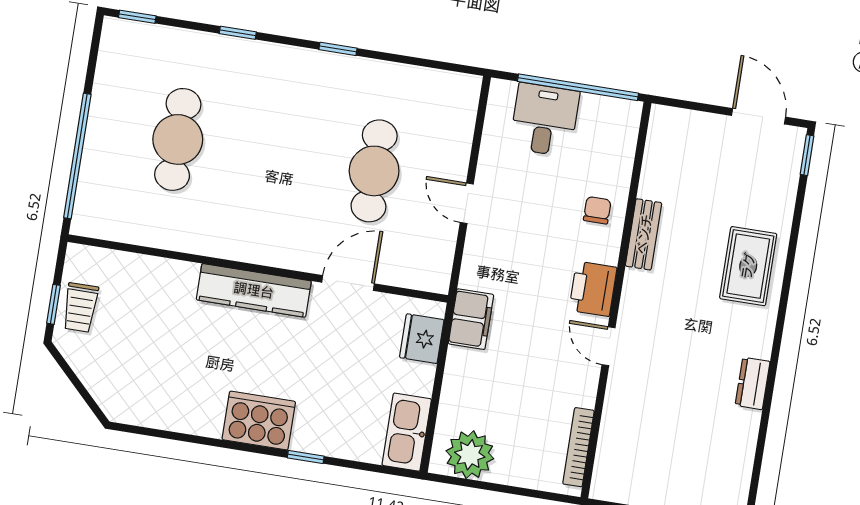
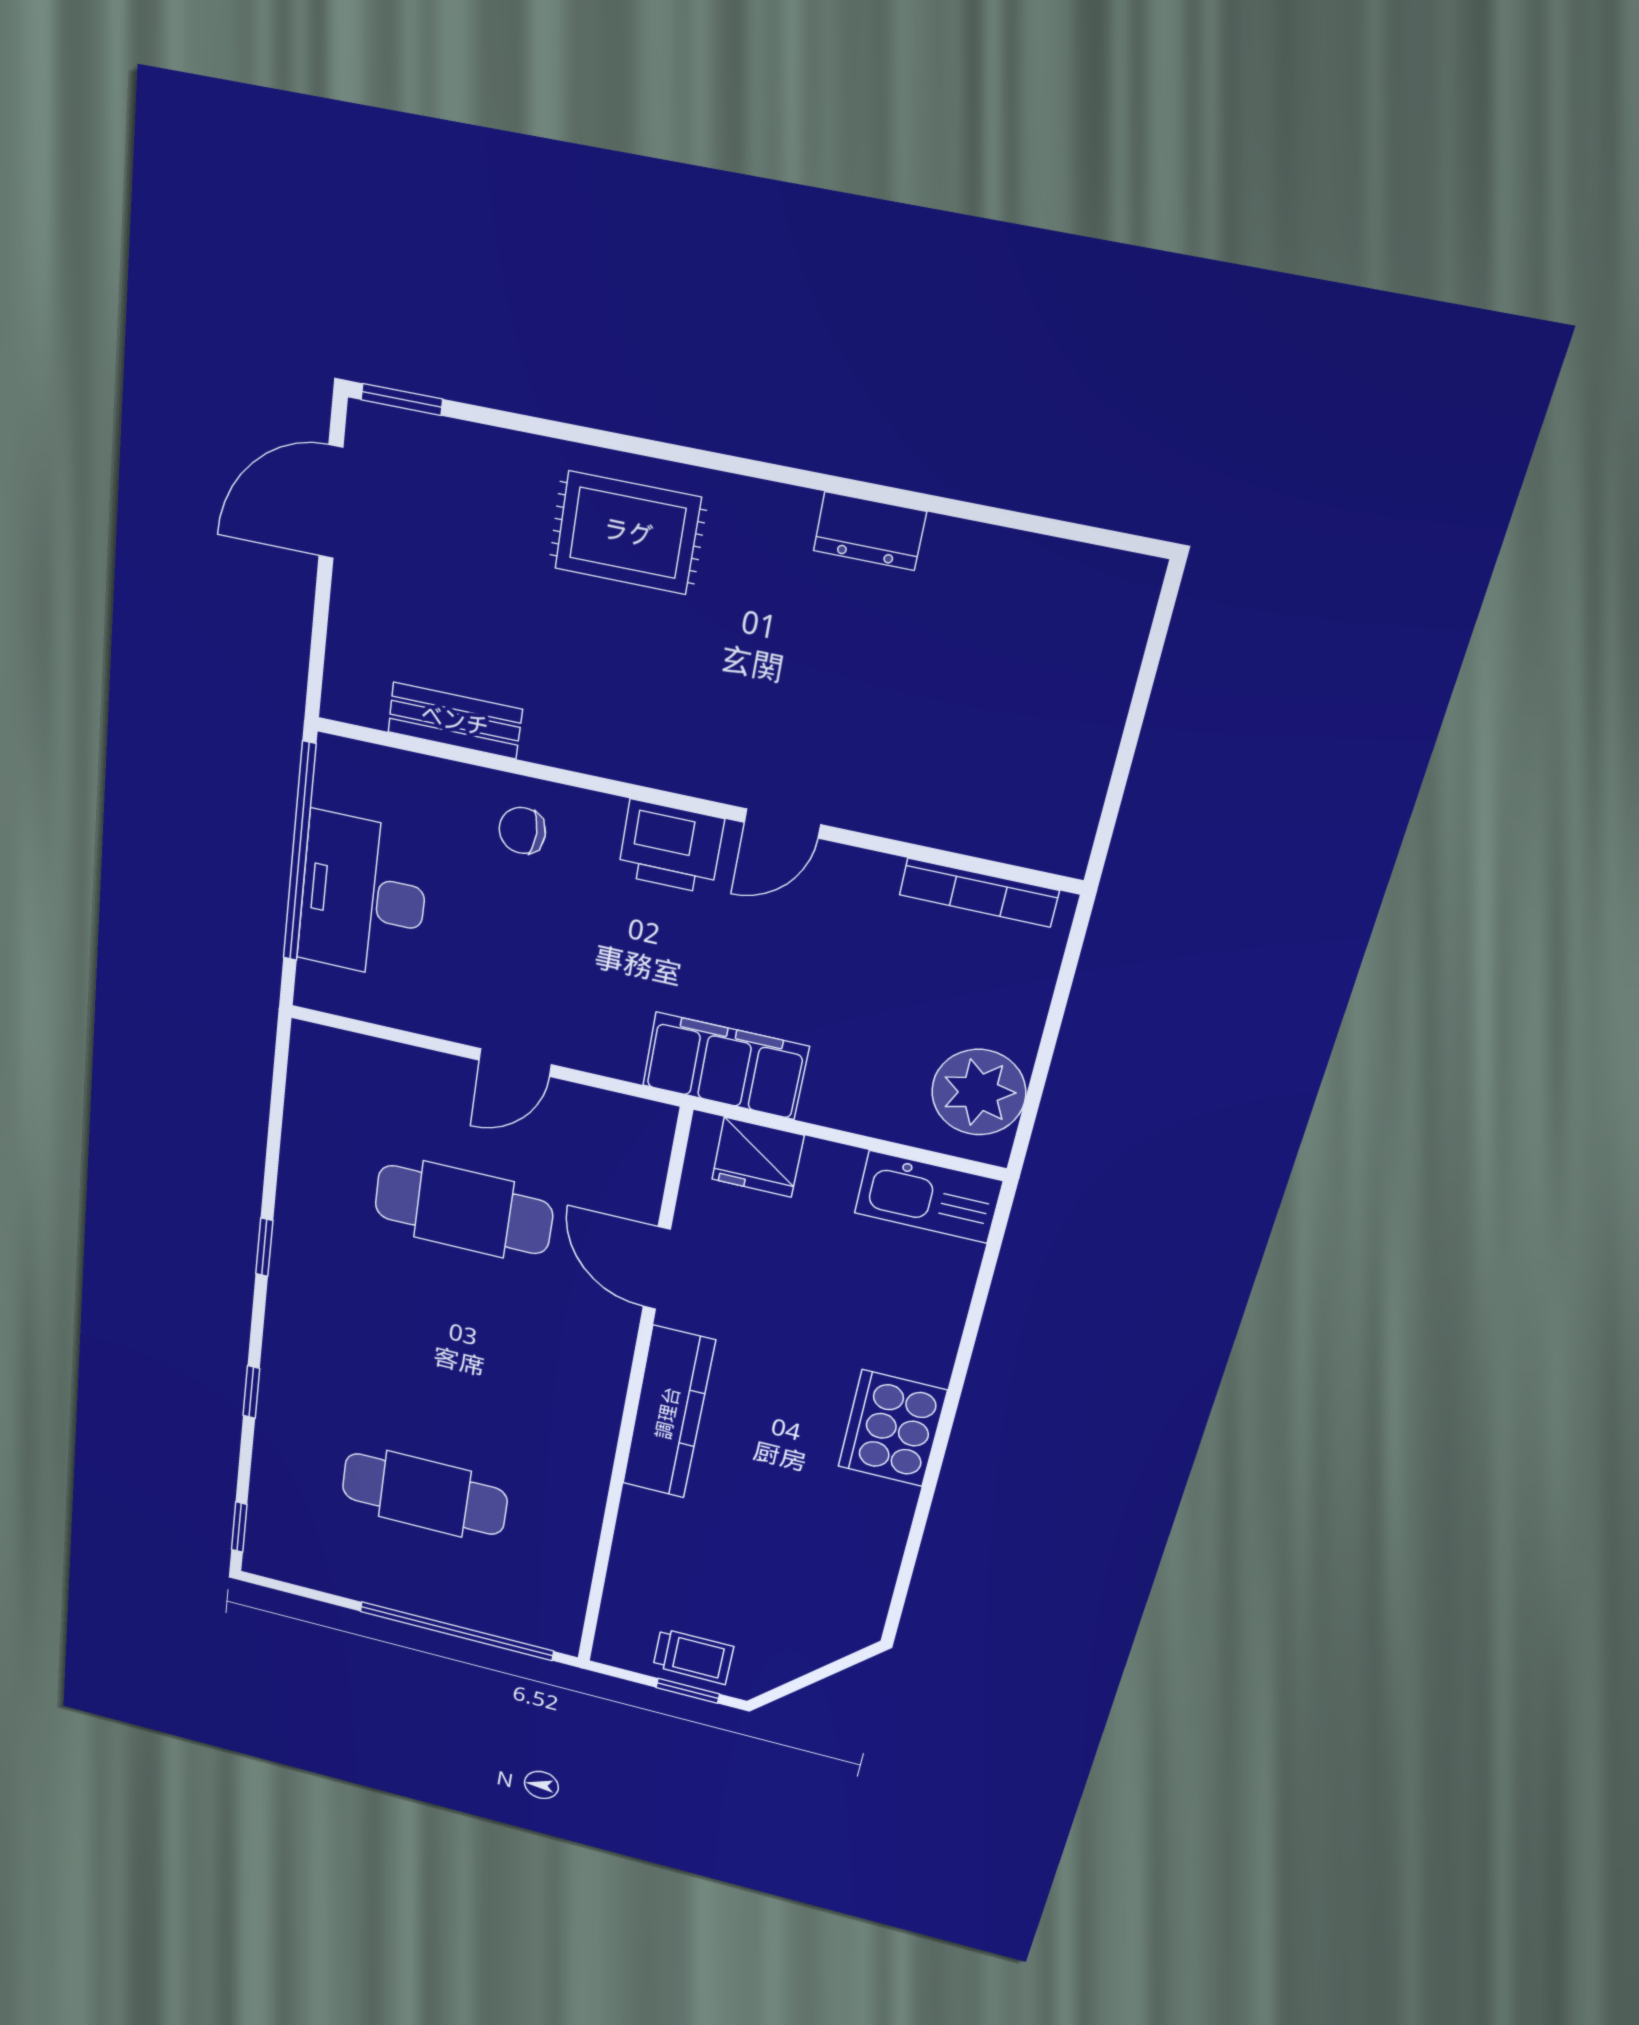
desk: (545, 120) -> (363, 897), width x1.37
bench: (644, 234) -> (455, 721), moved
filing cabinet: (471, 319) -> (725, 1066), width x1.50, depth x1.17
window: (306, 457) -> (962, 1363), removed

